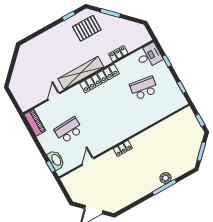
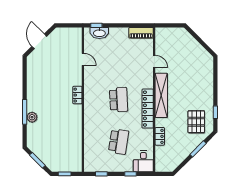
school desk: (69, 130) -> (119, 100), moved

